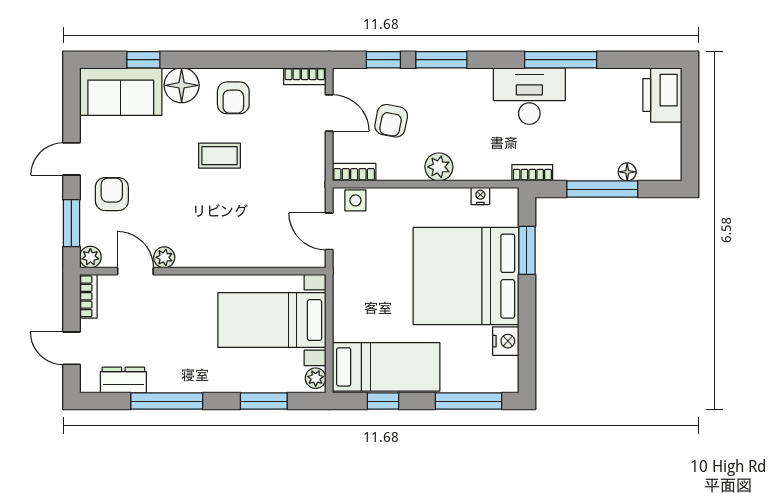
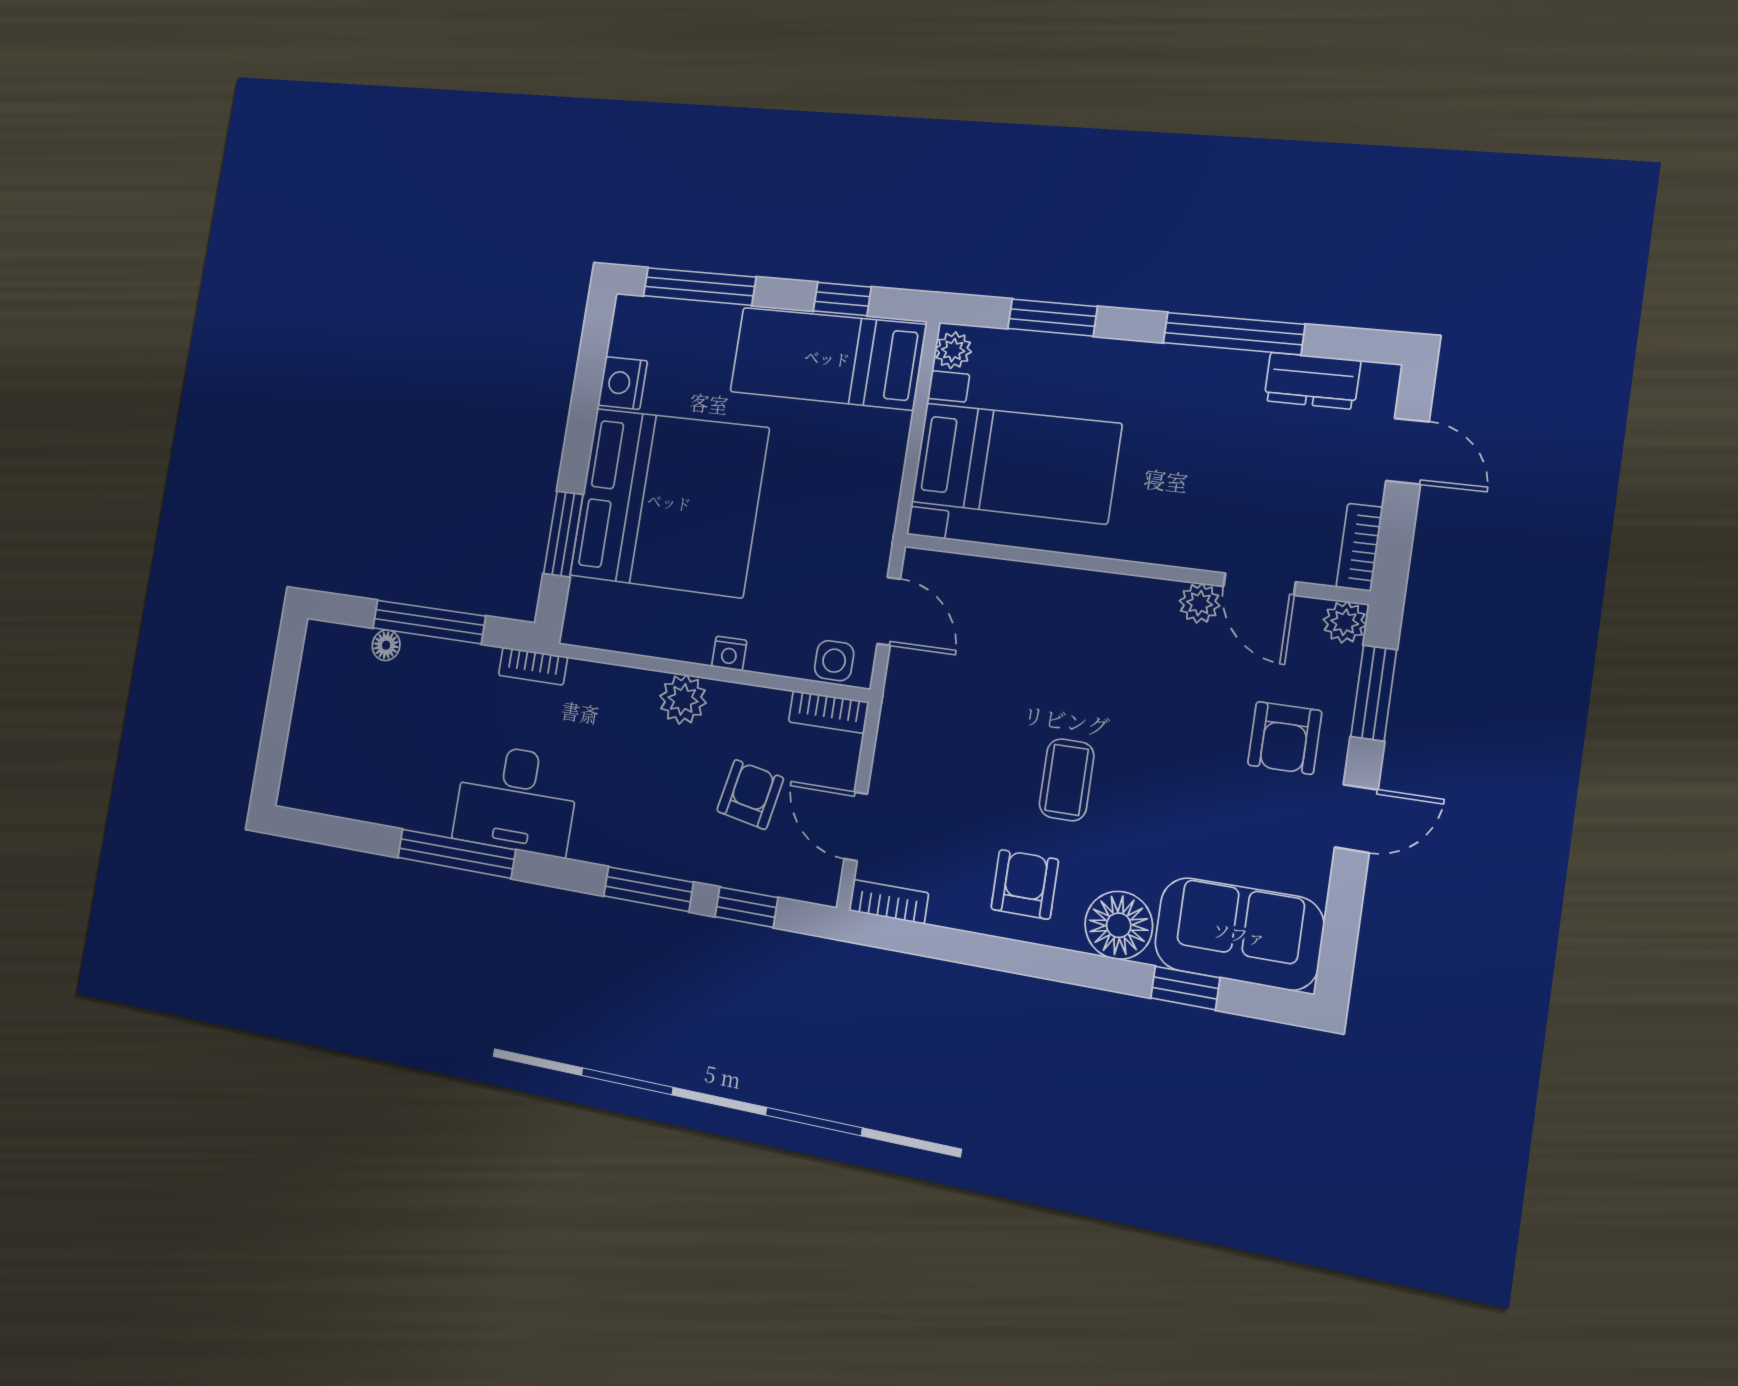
printer: (662, 95) -> (311, 766), removed
coffee table: (219, 156) -> (1067, 780), turned 90
nightstand: (480, 196) -> (729, 653), moved

